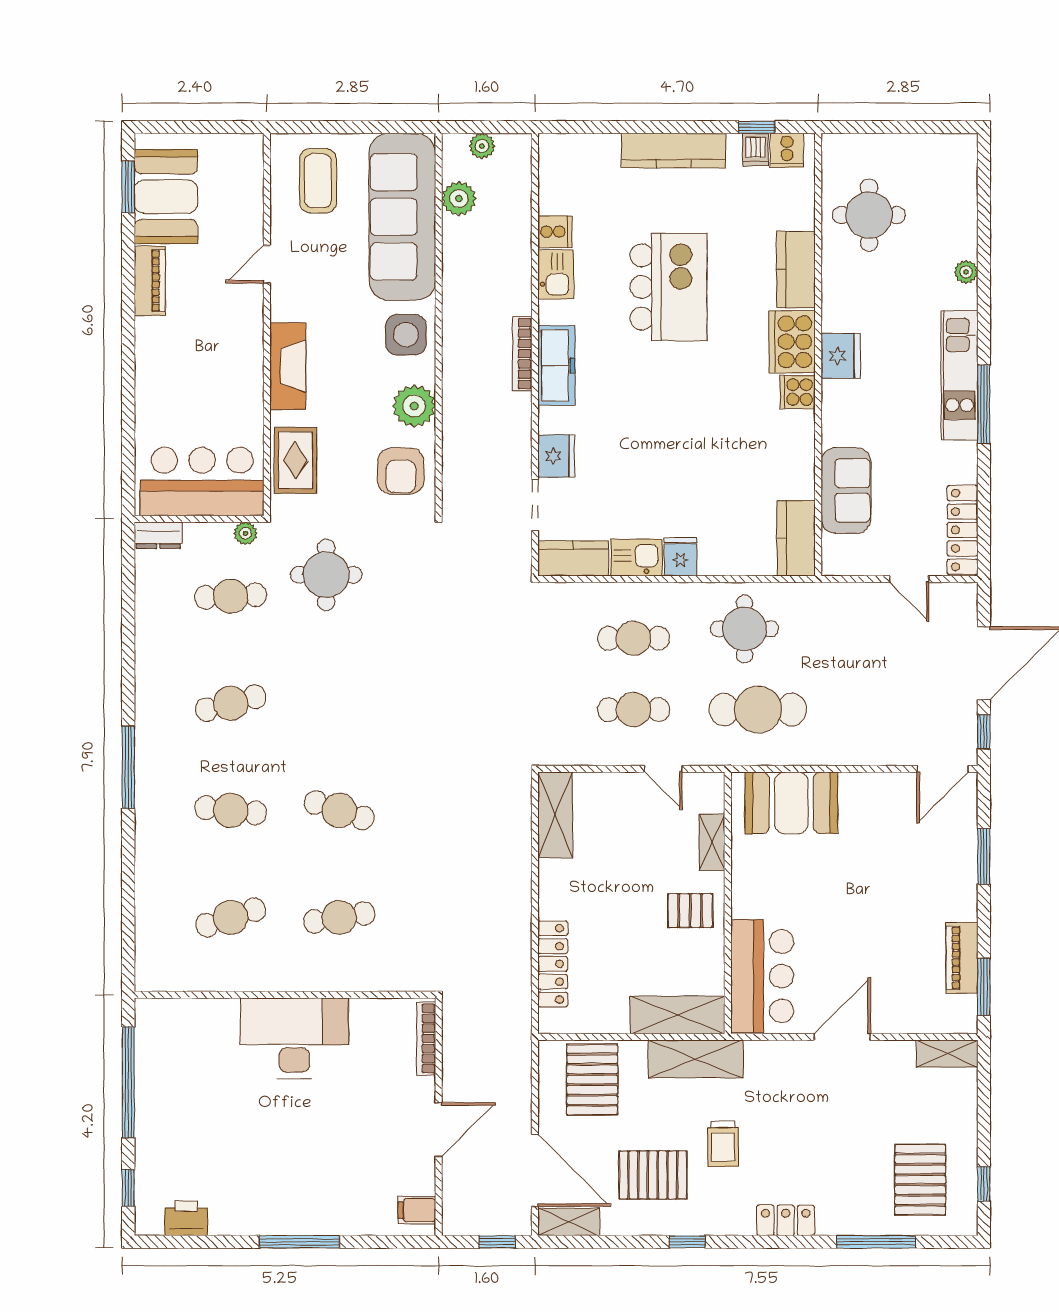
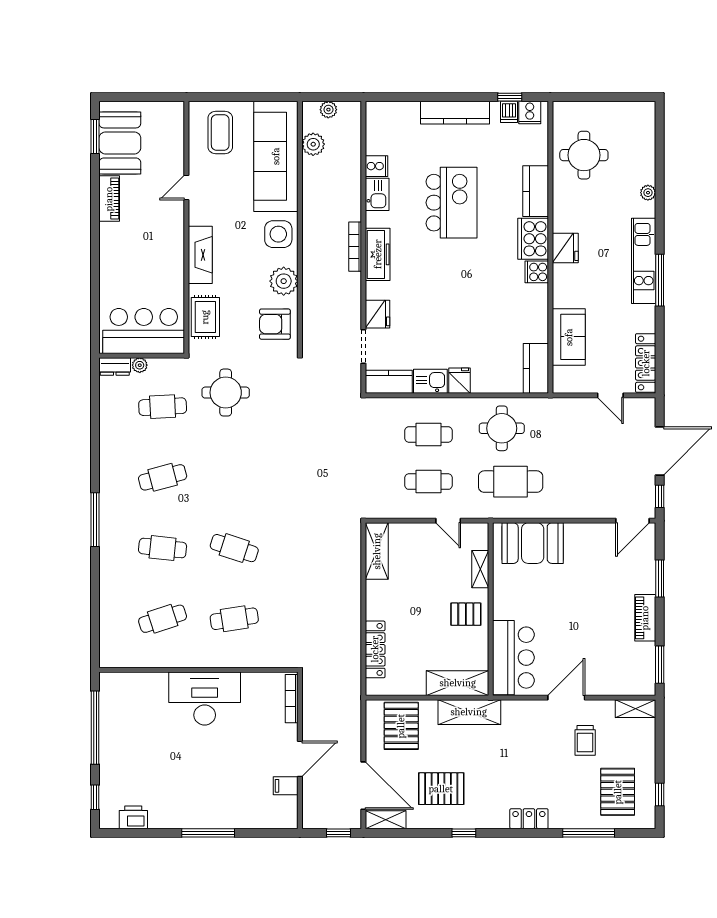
armchair: (401, 471) -> (275, 324), turned 90
plant: (245, 533) -> (140, 365), moved
piano: (962, 958) -> (645, 618), moved
trolley: (723, 1144) -> (585, 740), moved
filing cabinet: (417, 1210) -> (286, 786), moved

